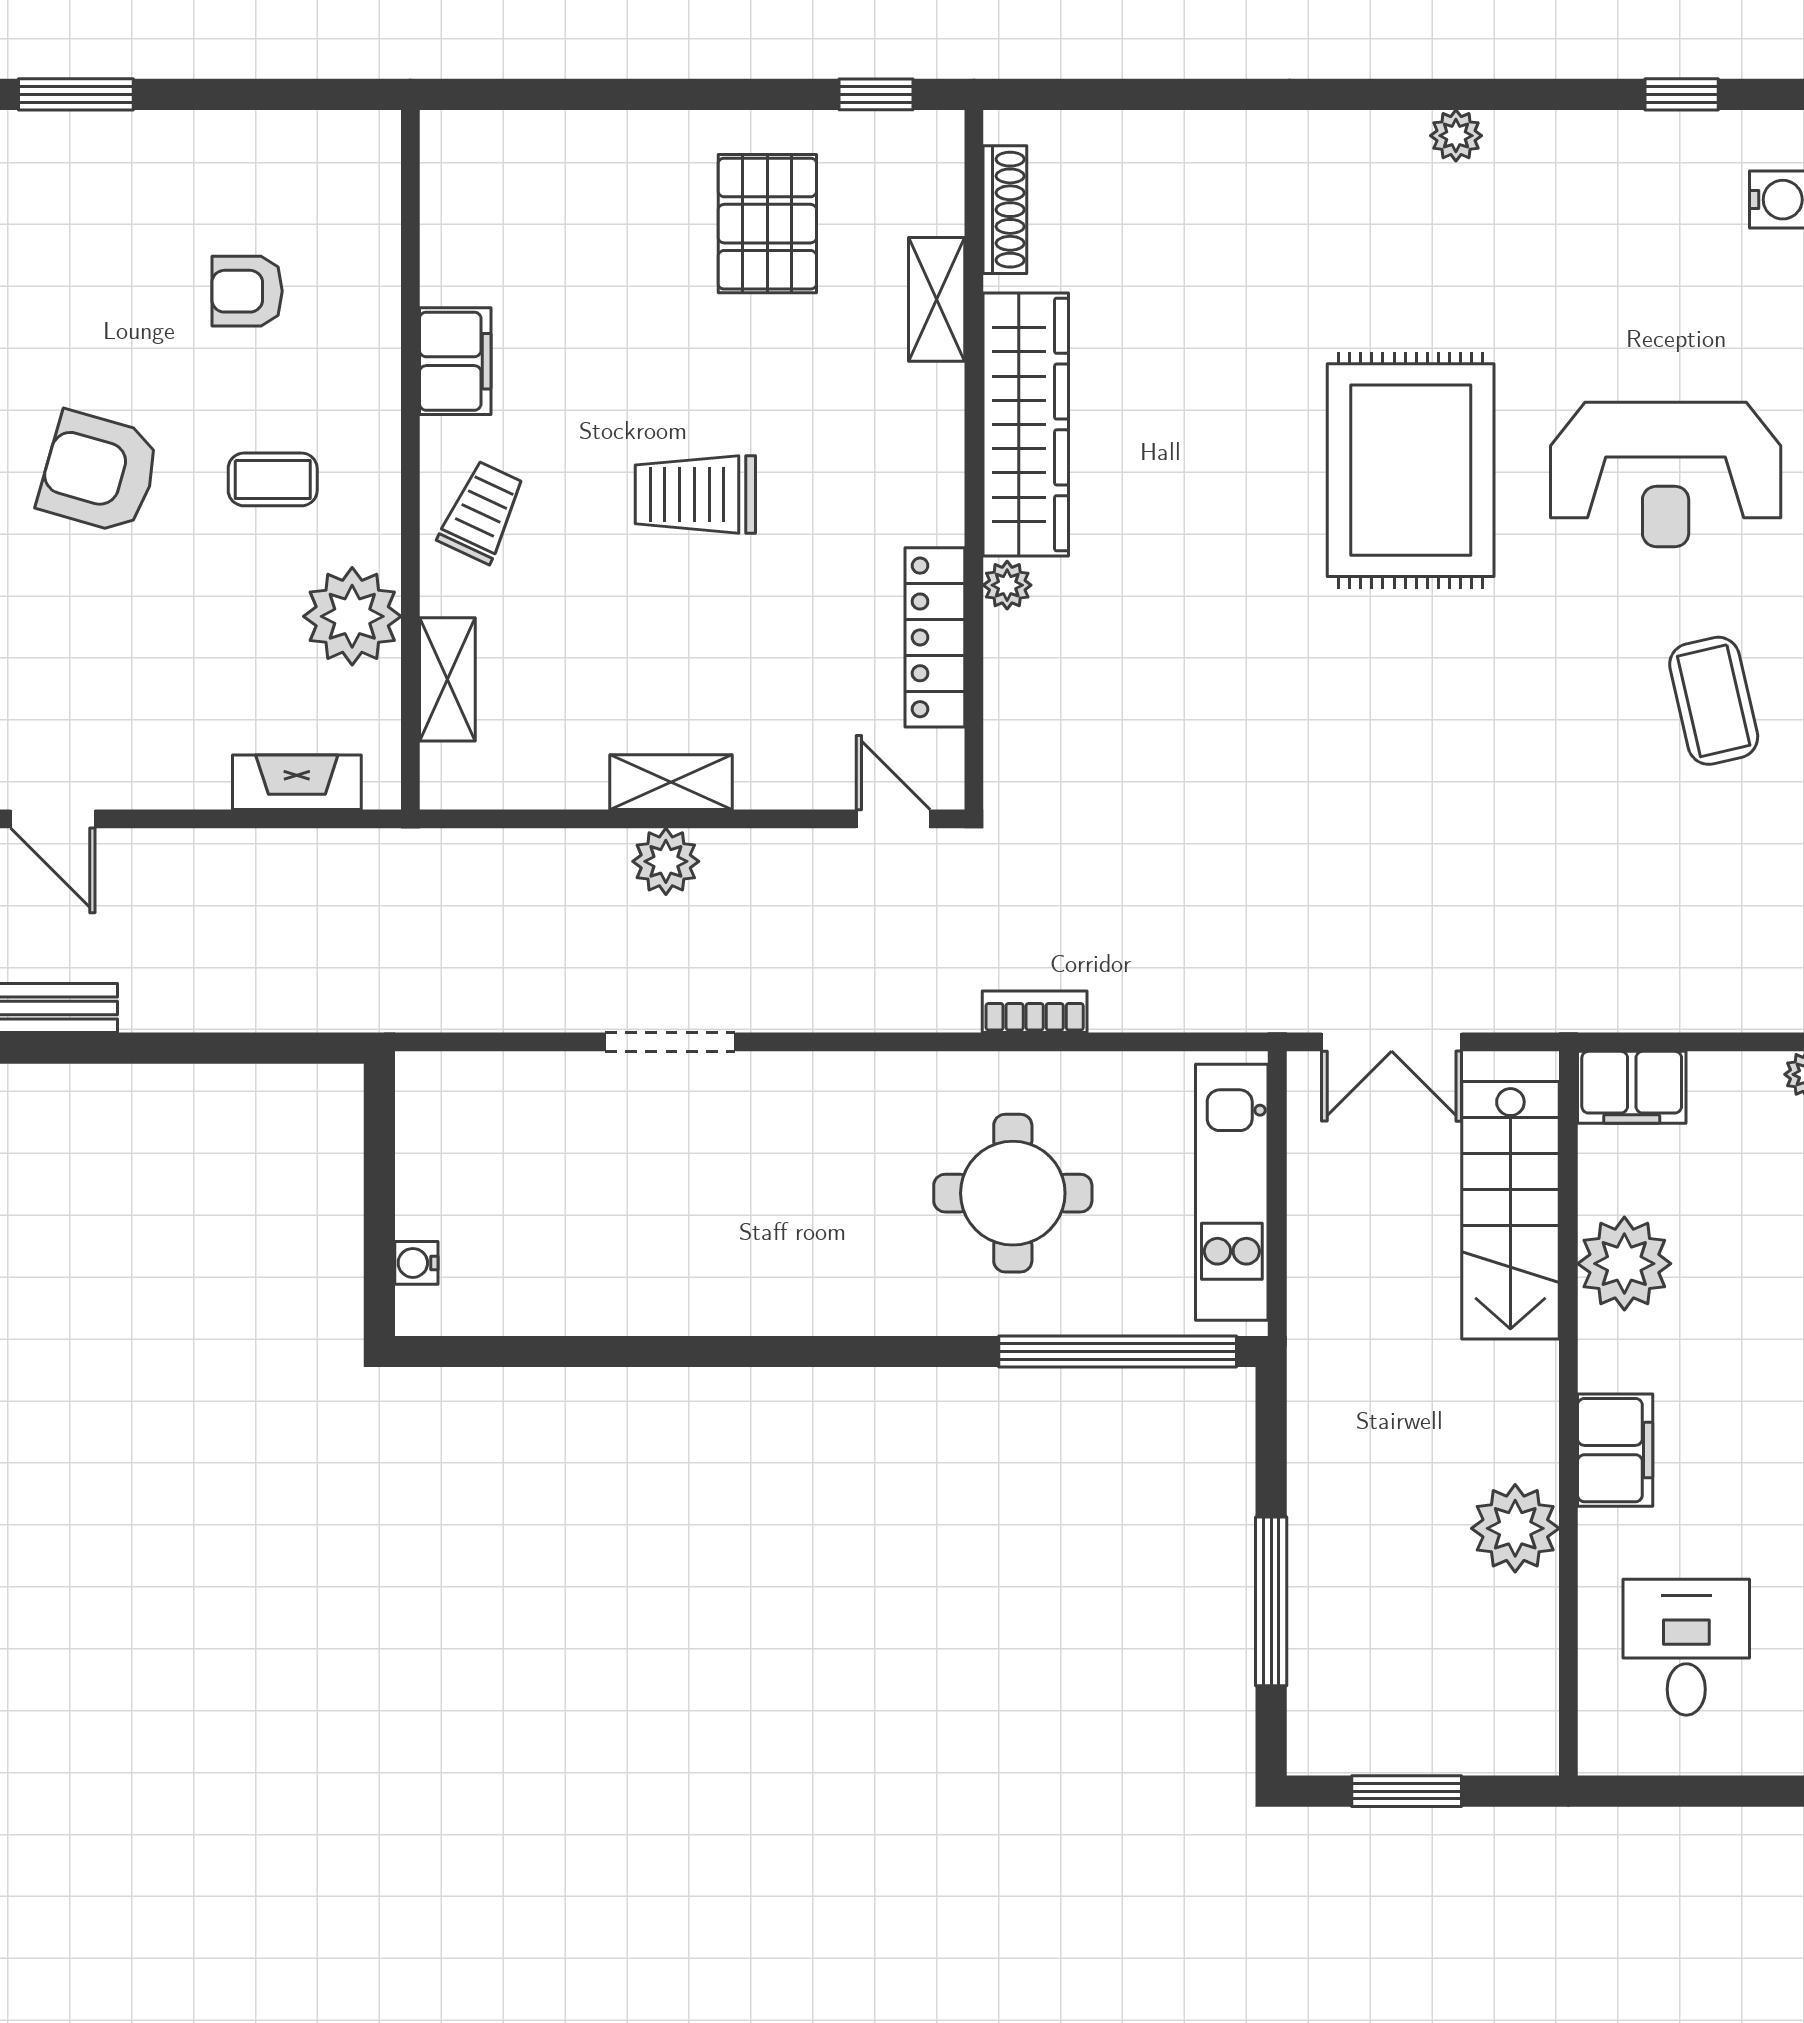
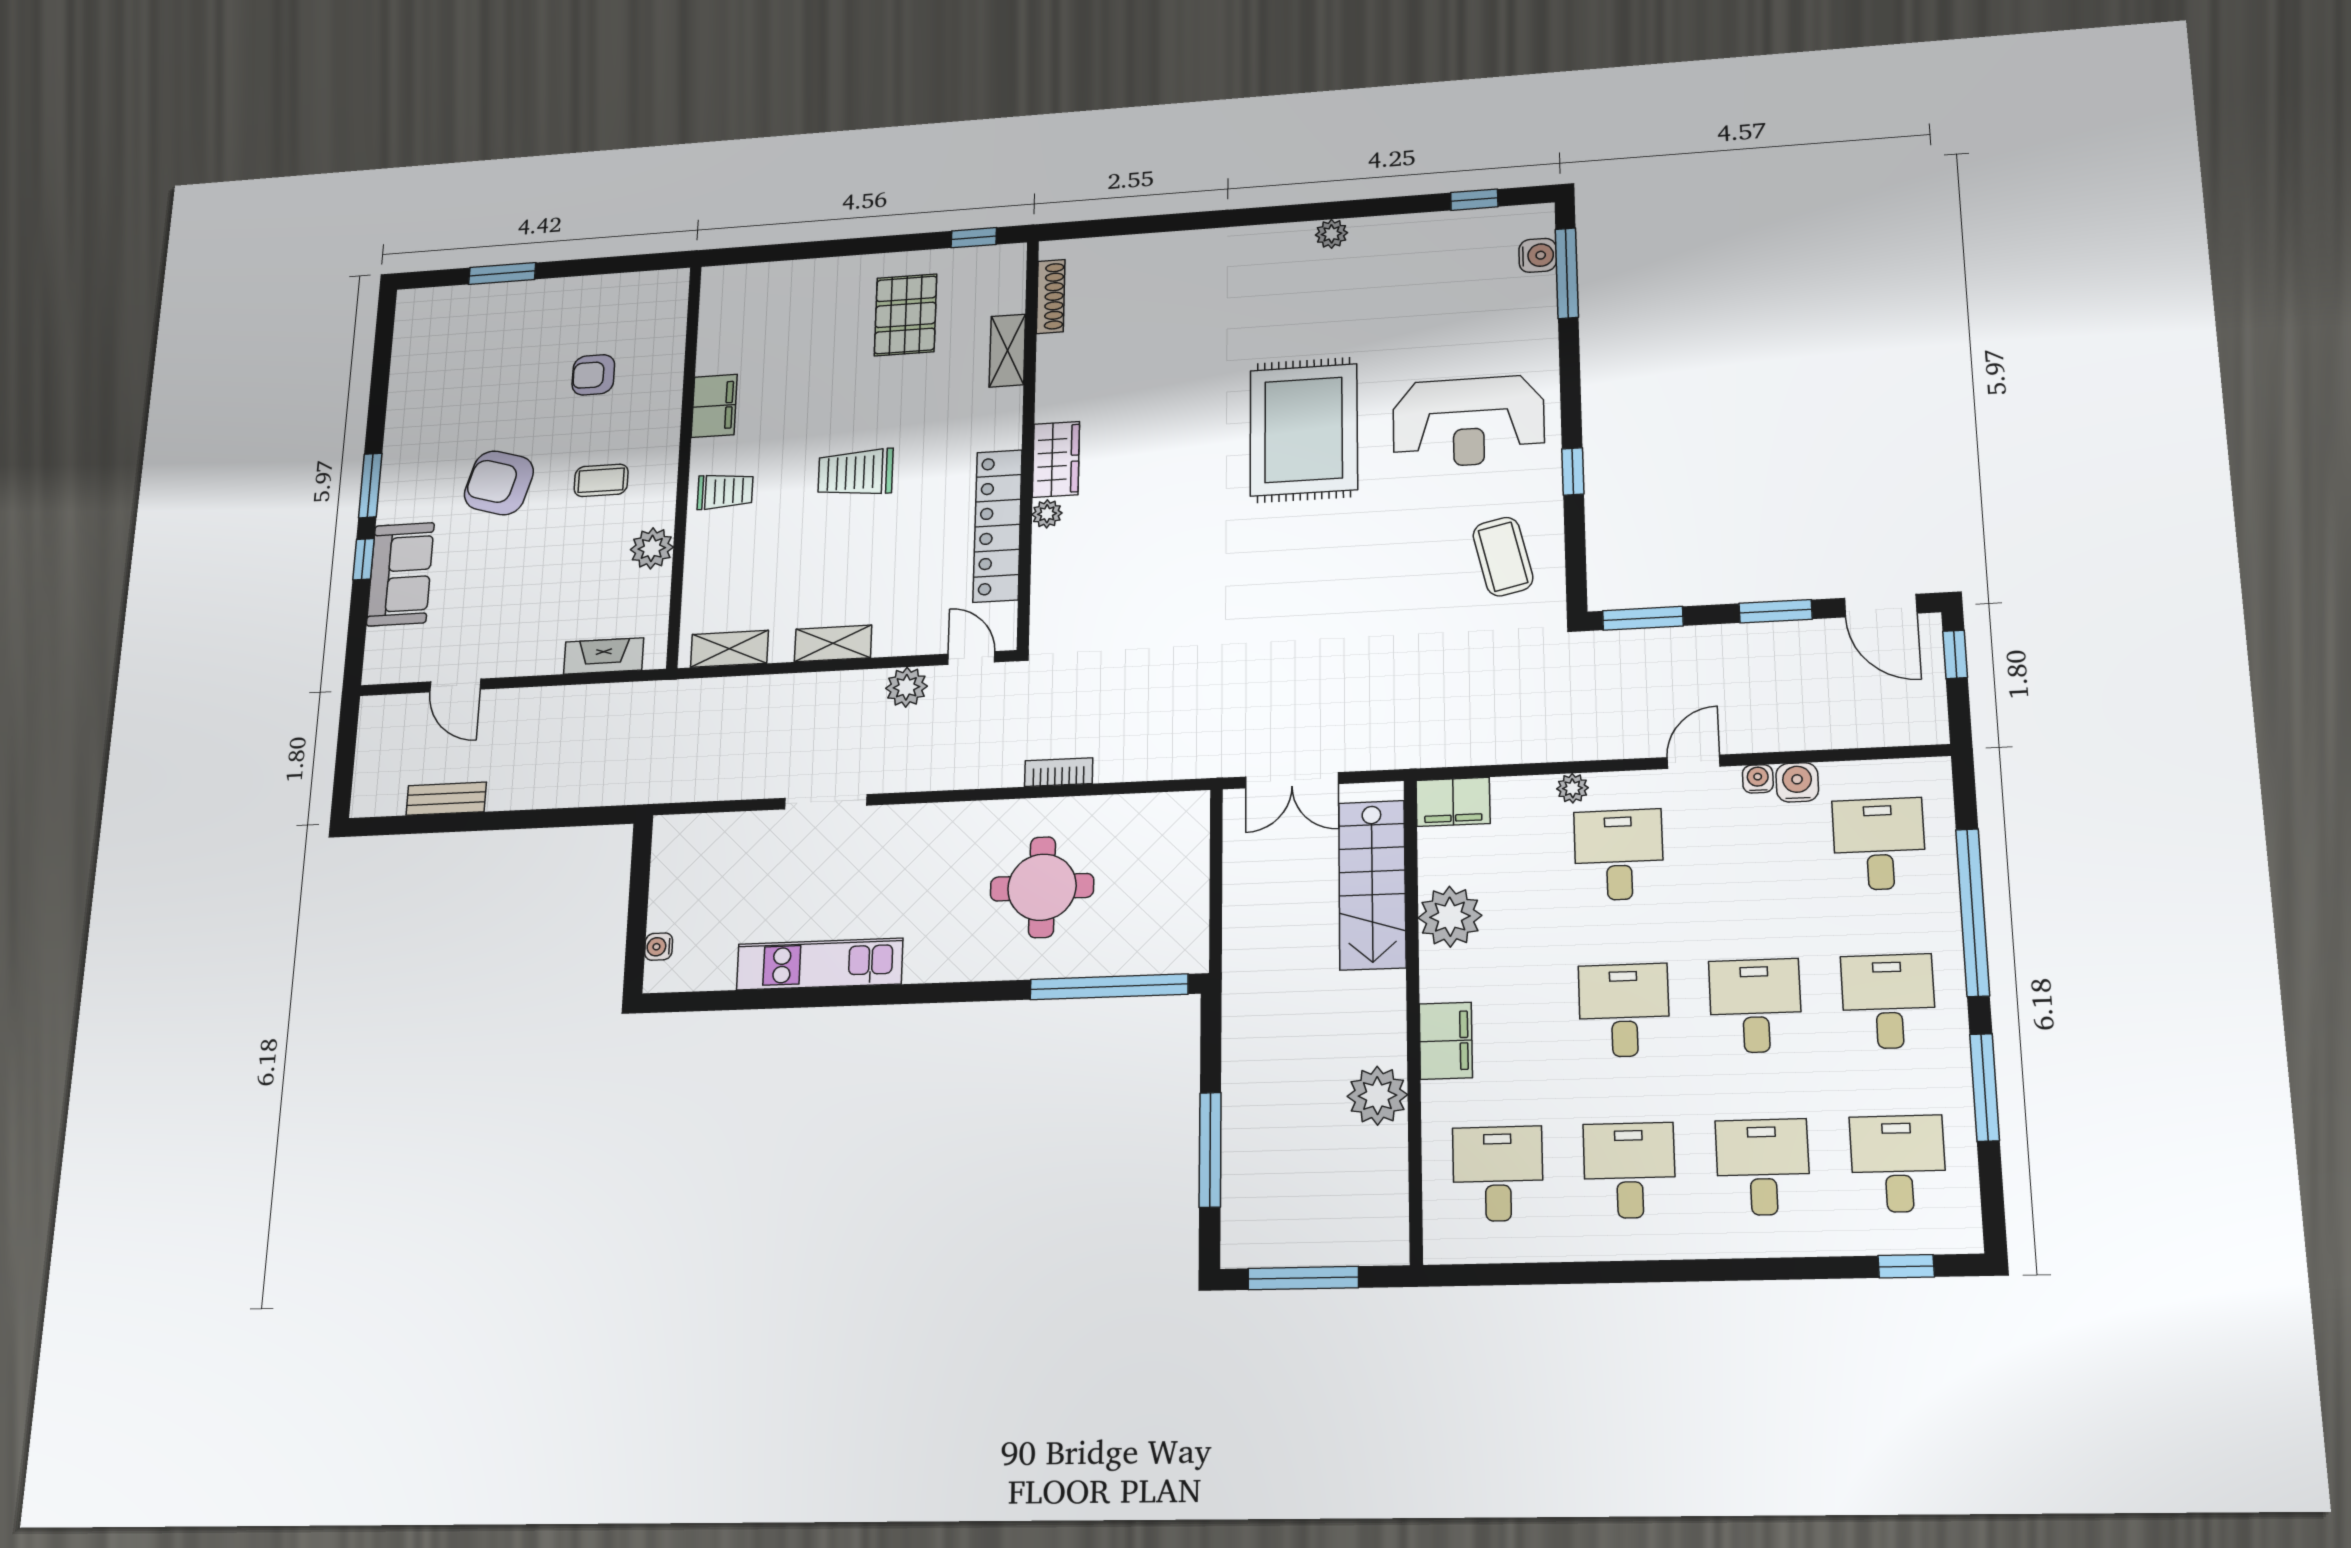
wardrobe: (1026, 424) -> (1056, 459), width x0.48, depth x0.85
trolley: (482, 512) -> (725, 491), turned 65
plant: (352, 616) -> (652, 548), width x0.73, depth x0.73
locker: (935, 637) -> (998, 526), width x1.41, depth x1.21
shelving: (447, 679) -> (729, 649), moved, turned 90
plant: (666, 861) -> (906, 687), moved
kitchen unit: (1232, 1192) -> (819, 964), moved, turned 90
window: (1407, 1791) -> (1303, 1278), width x1.44

